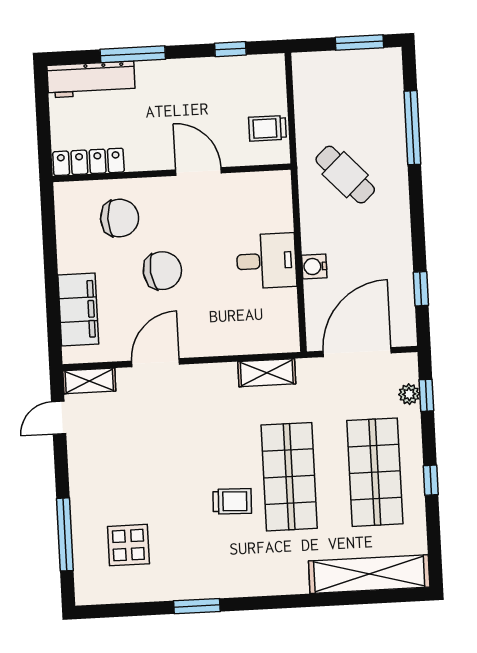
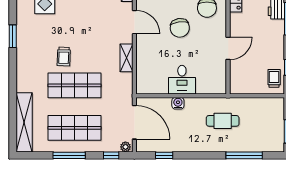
trolley: (267, 128) -> (274, 78), moved
cafe table: (345, 175) -> (223, 121), turned 43
shelving: (267, 373) -> (127, 58), moved
plant: (409, 394) -> (125, 147), moved
window: (431, 480) -> (69, 155), width x2.17

